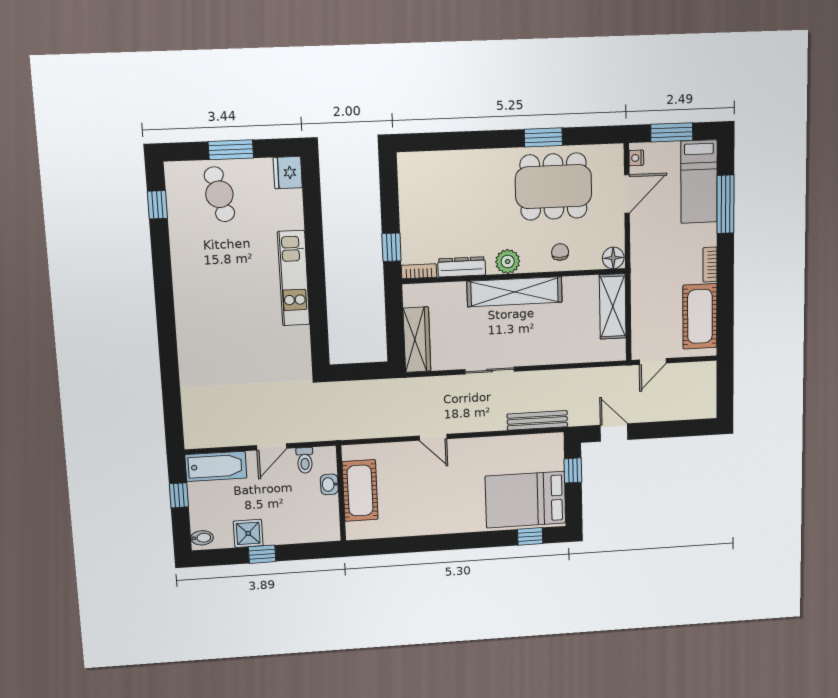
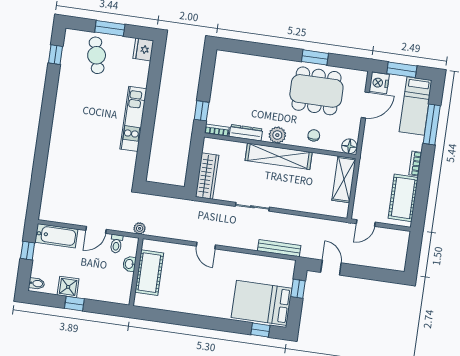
nightstand: (636, 158) -> (379, 83), width x1.89, depth x1.79
plant: (334, 432) -> (140, 228), added

